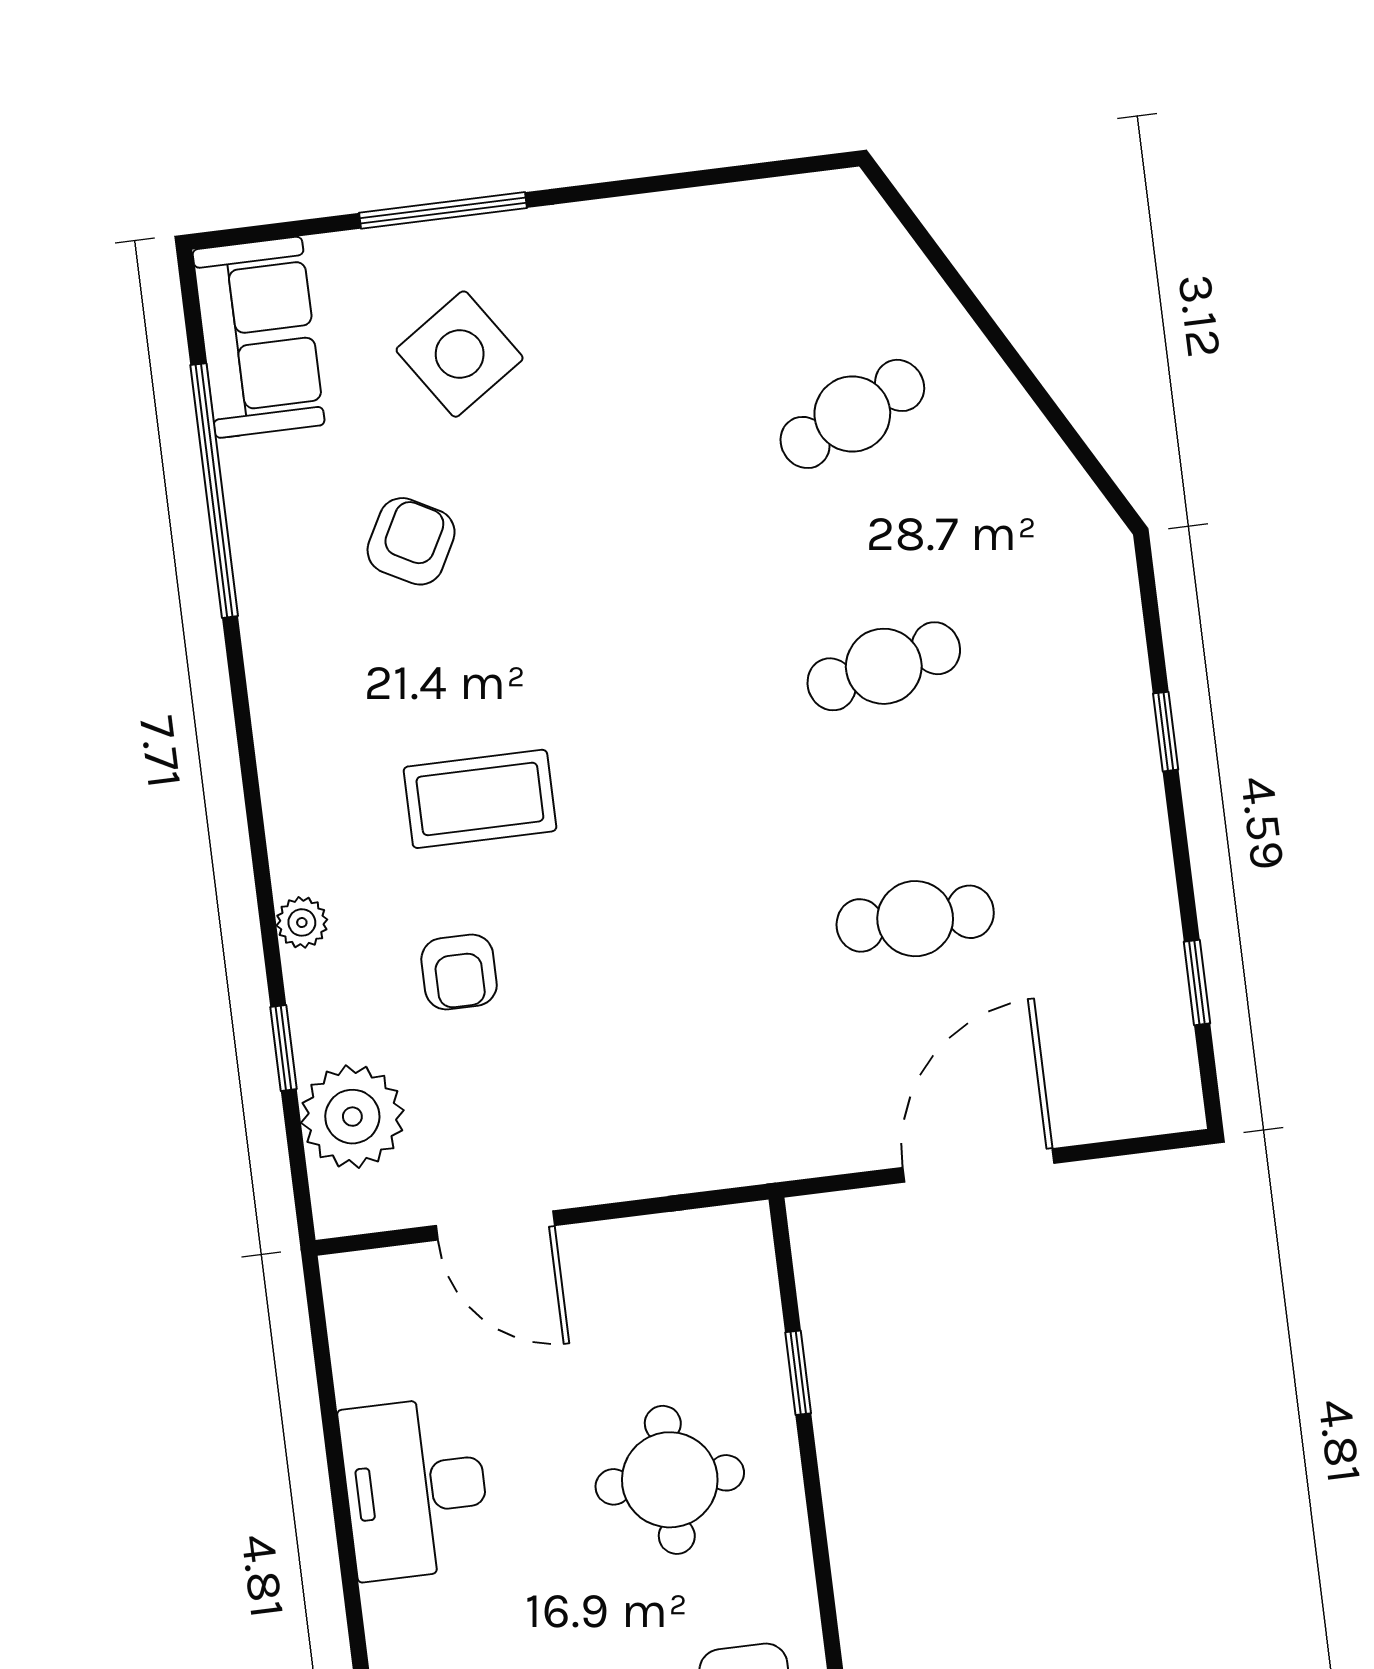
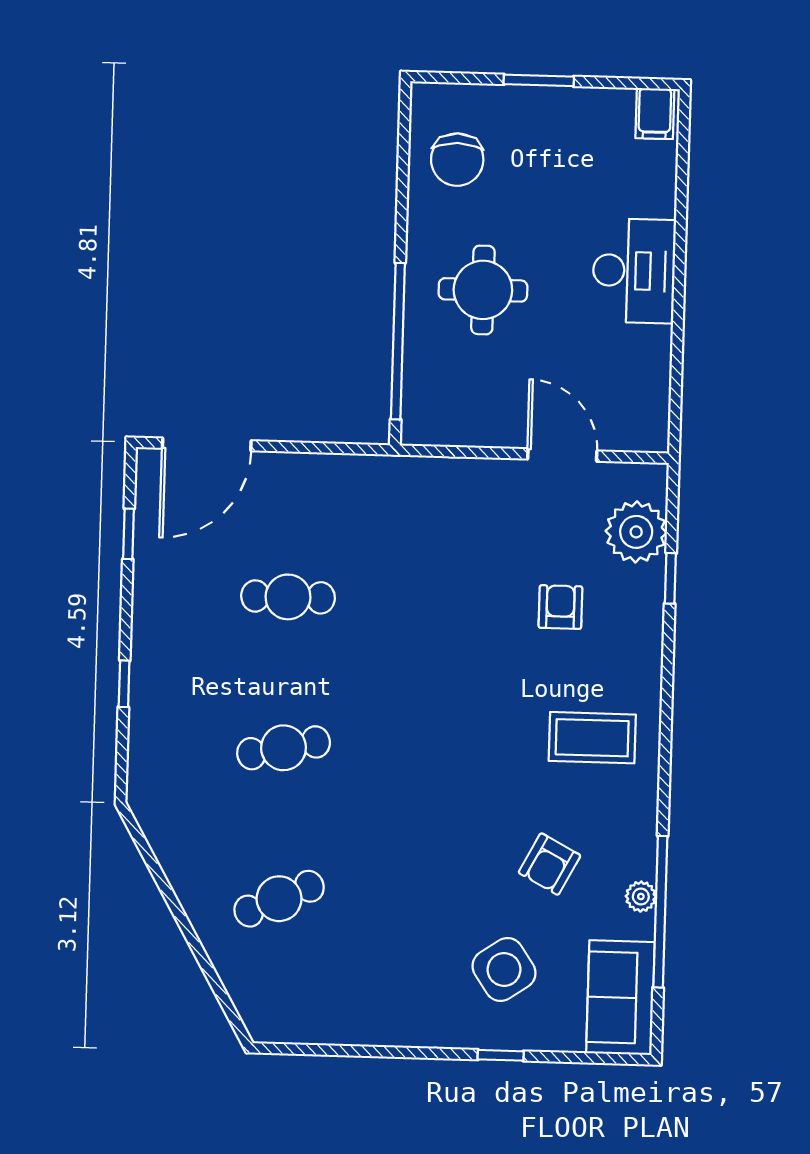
window: (443, 210) -> (501, 1055), width x0.46
coffee table: (480, 799) -> (592, 738), moved
plant: (302, 922) -> (641, 897), moved
door: (978, 1165) -> (207, 444), moved
window: (798, 1373) -> (398, 341), width x3.17
desk: (415, 1488) -> (634, 271), moved

